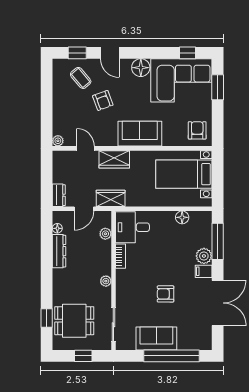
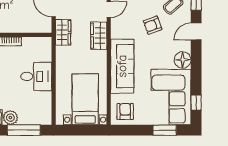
armchair: (197, 130) -> (125, 111), turned -90
sofa: (140, 134) -> (122, 66), width x1.36
floor lamp: (182, 217) -> (46, 98), removed
desk: (132, 227) -> (36, 76), moved, turned 90
plant: (105, 234) -> (31, 28), removed

